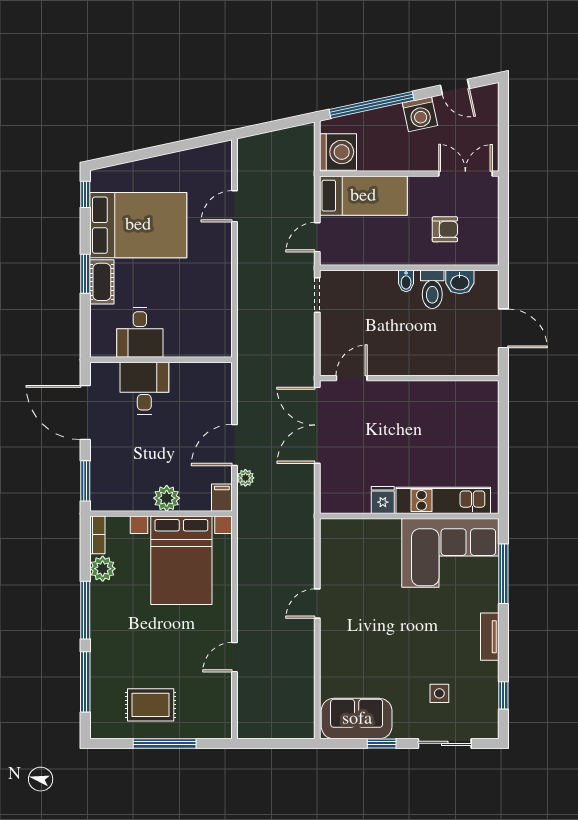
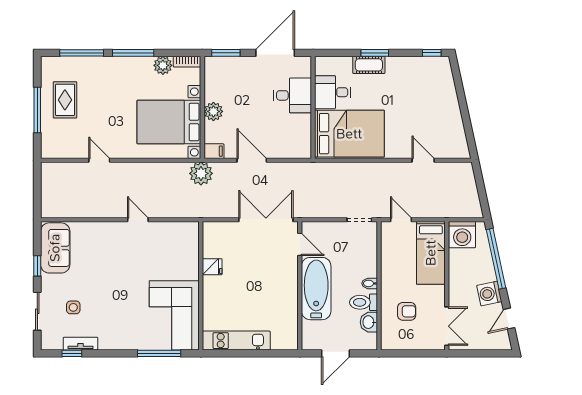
bed: (138, 225) -> (349, 134), moved, turned -90
armchair: (445, 229) -> (407, 311), turned -90
bathtub: (413, 355) -> (316, 289), added
plant: (245, 478) -> (201, 173), moved, width x1.88, depth x1.88
kitchen unit: (443, 500) -> (236, 341), moved, turned -90
tv unit: (490, 637) -> (81, 344), moved

